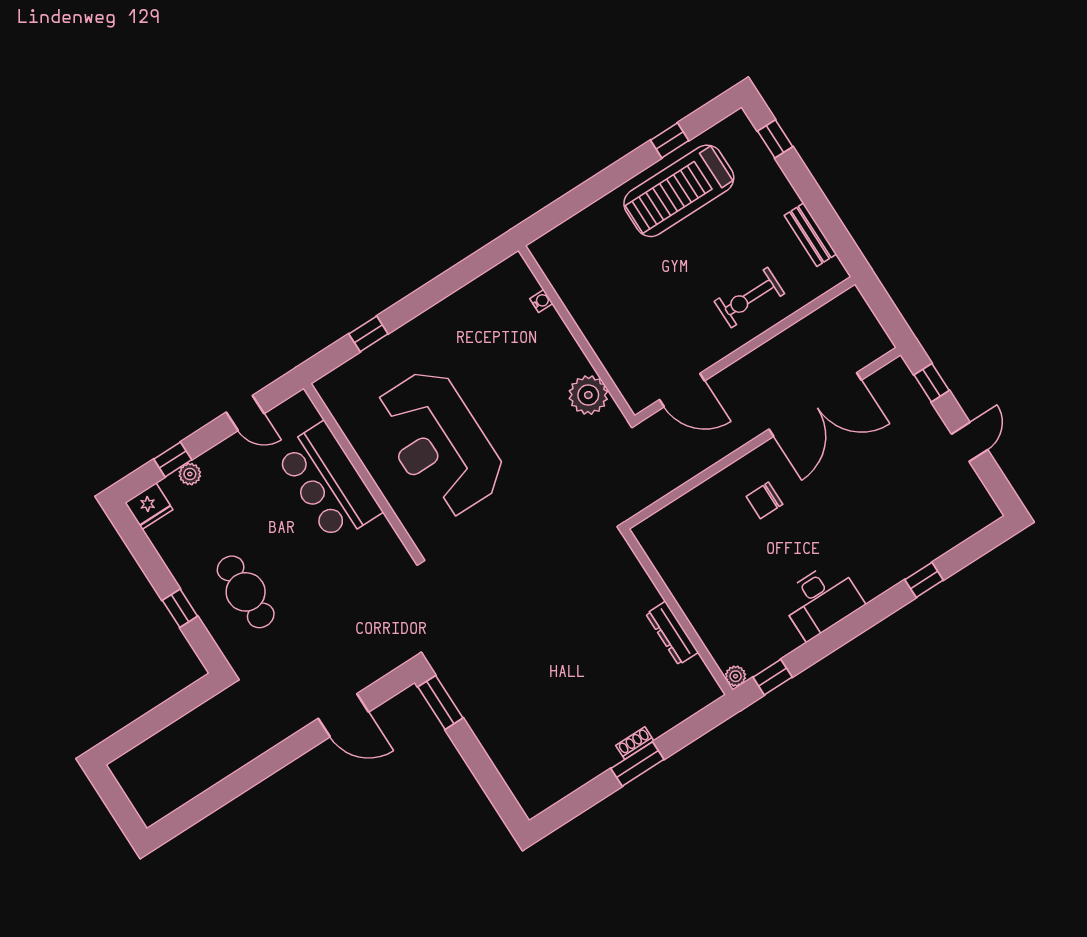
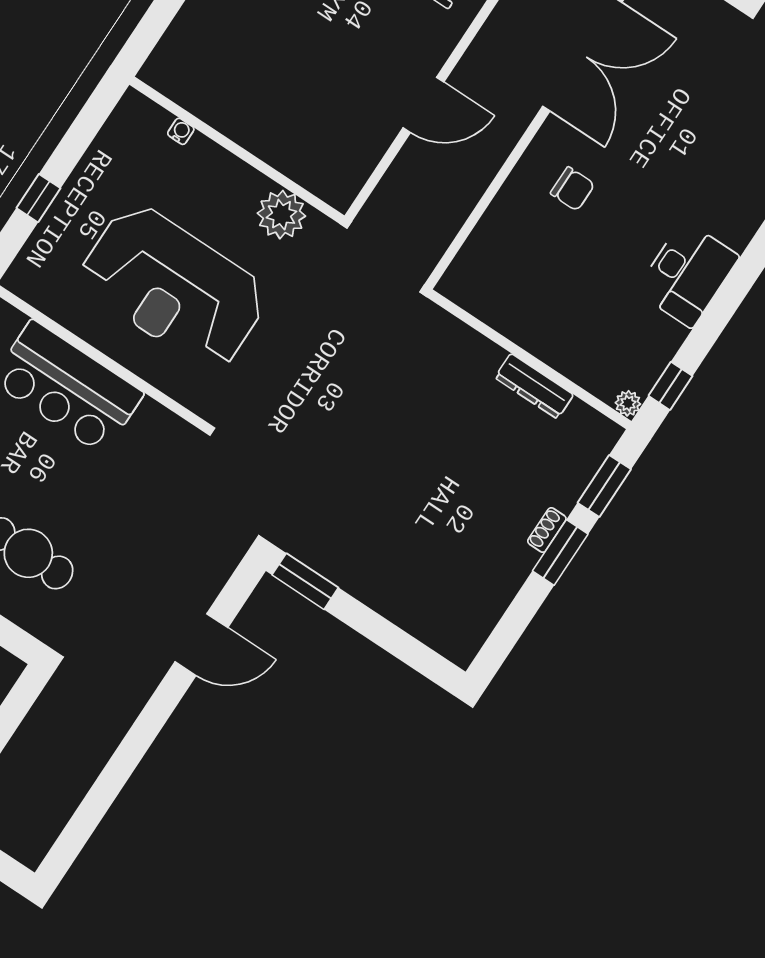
water cooler: (541, 301) -> (181, 131), moved
wall: (576, 333) -> (237, 150), moved
plant: (588, 395) -> (281, 215), moved
chair: (764, 500) -> (573, 189), turned -90
window: (691, 729) -> (604, 486), added

